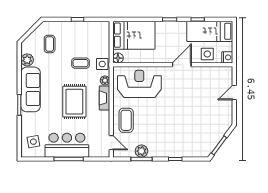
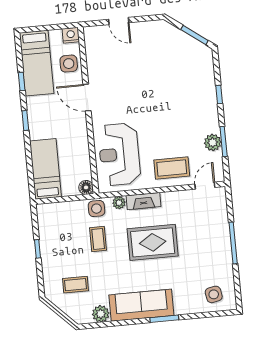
bed: (134, 35) -> (46, 169), width x0.67
bar counter: (67, 145) -> (214, 247), removed

